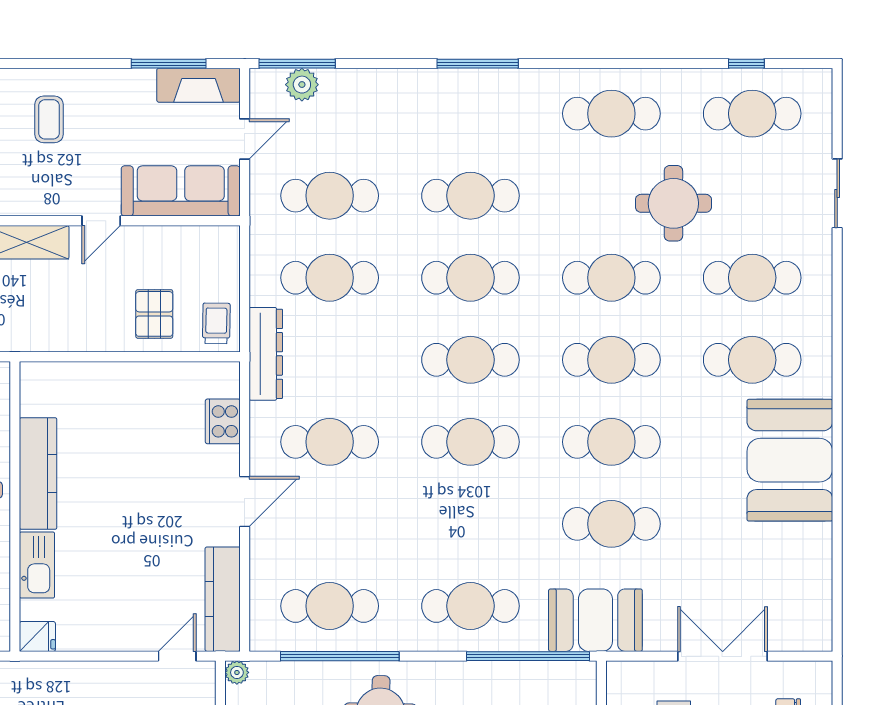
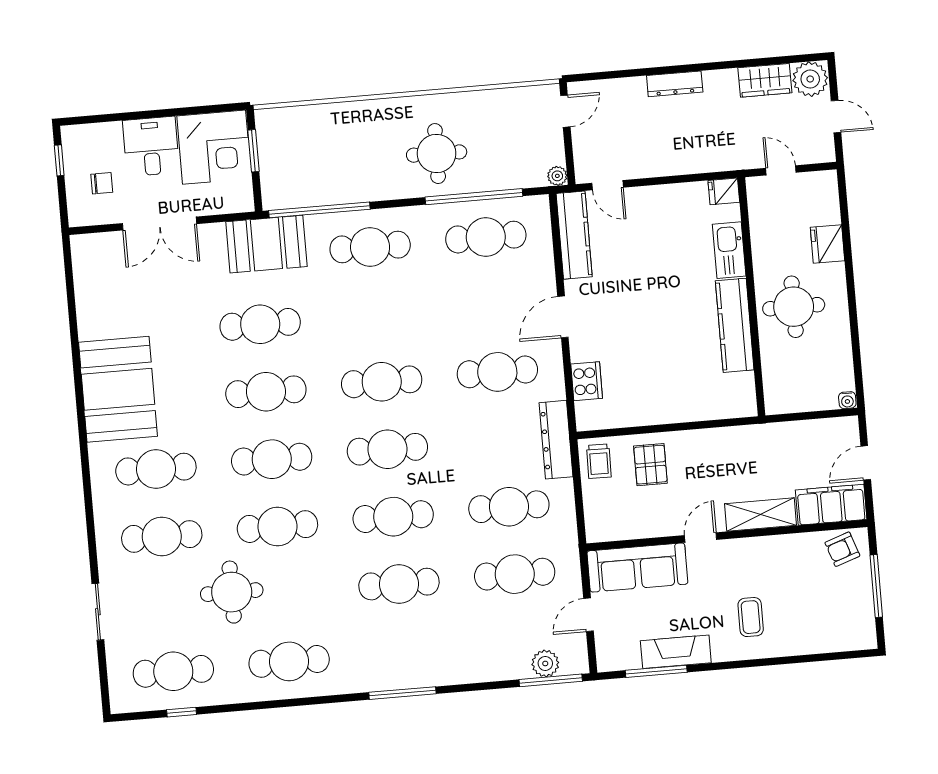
fireplace: (199, 85) -> (676, 652), moved
door: (177, 656) -> (608, 185), hinge flipped

